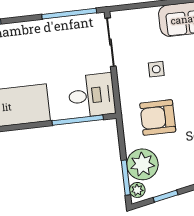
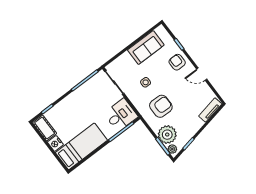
armchair: (158, 117) -> (161, 106), turned 180

